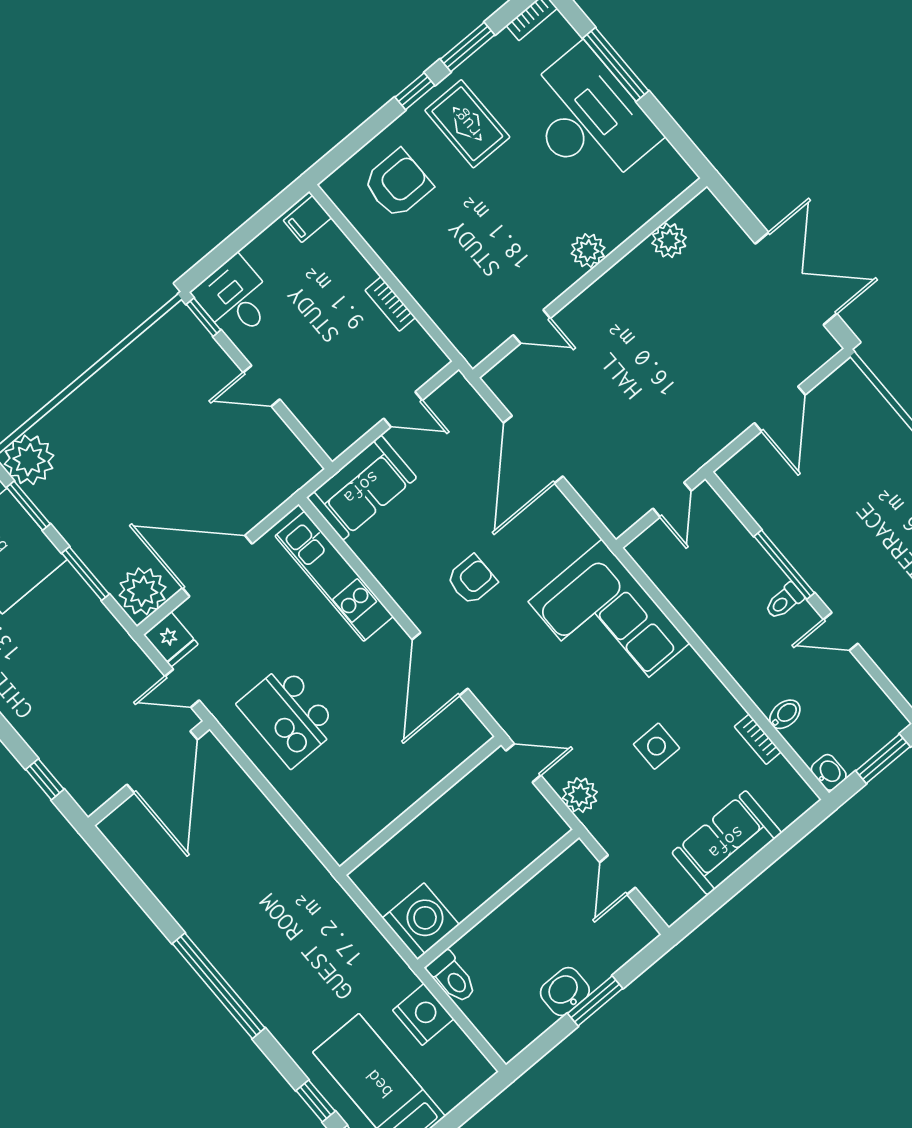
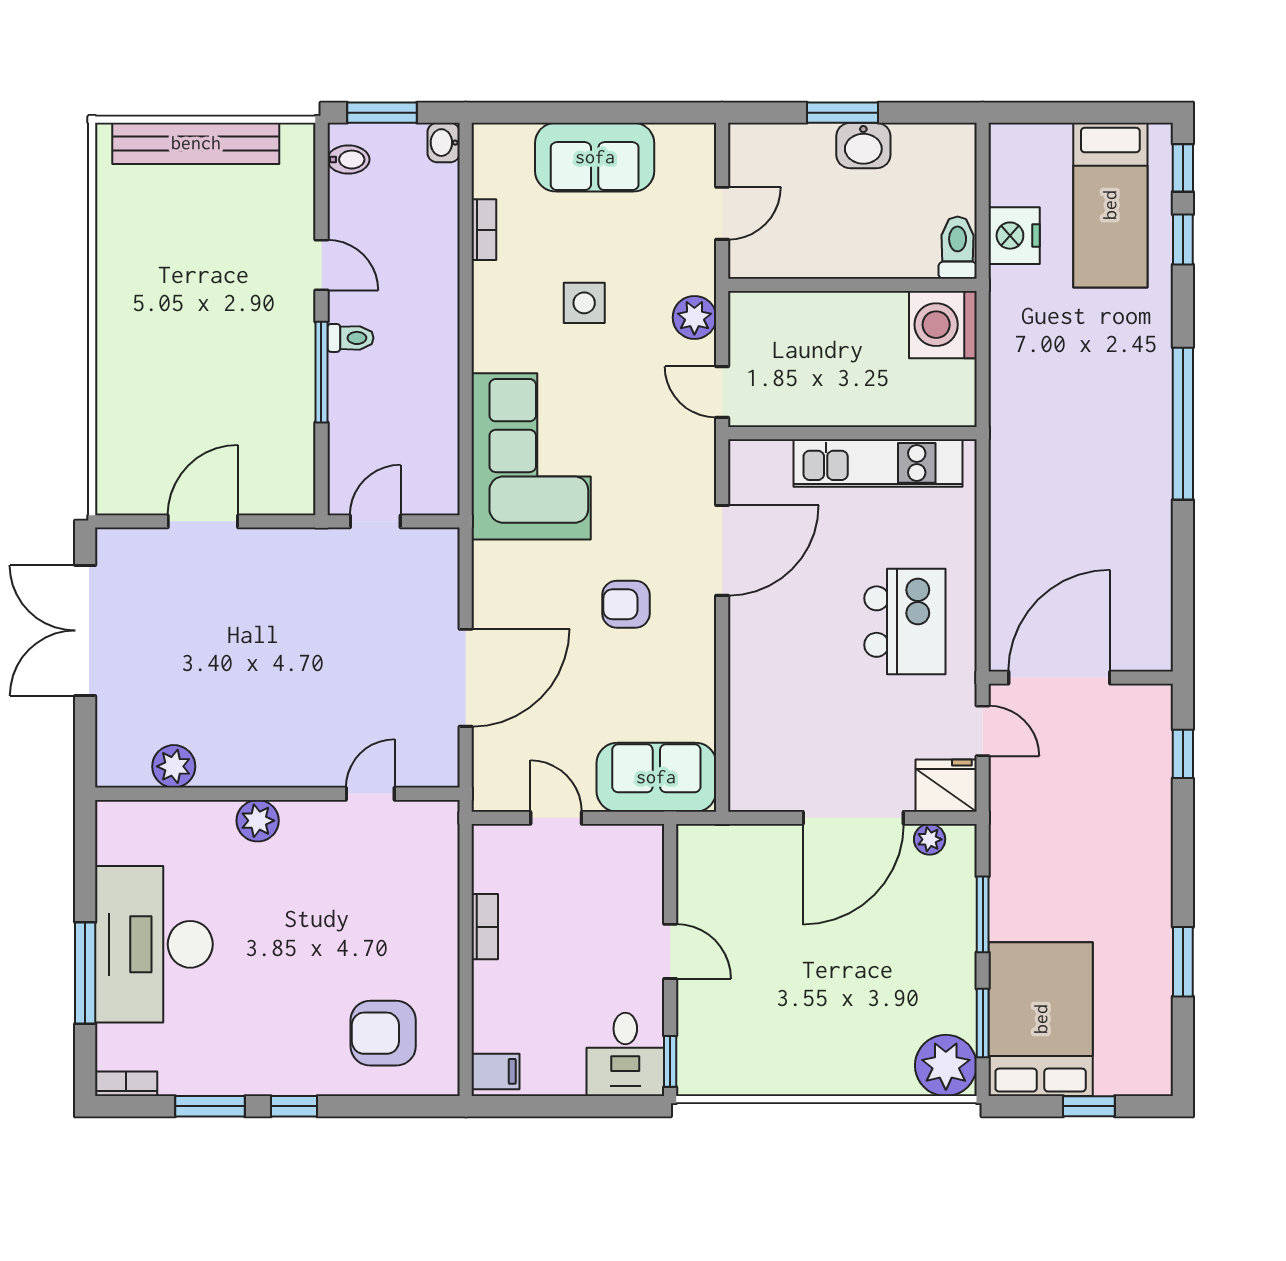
rug: (467, 124) -> (271, 1035), removed
door: (532, 327) -> (370, 794), hinge flipped
door: (217, 566) -> (853, 818), hinge flipped
kitchen unit: (334, 576) -> (878, 463), moved, turned 90
plant: (143, 591) -> (930, 839), width x0.53, depth x0.53
fridge: (171, 639) -> (946, 786), width x1.38
bidet: (785, 714) -> (348, 160), moved, turned 180

